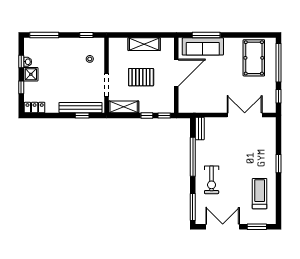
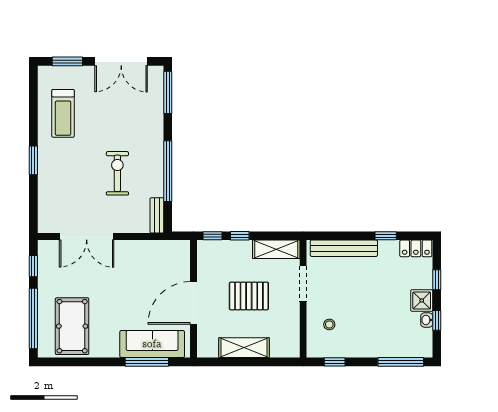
window: (82, 116) -> (386, 236), moved
exercise bike: (212, 180) -> (117, 173), moved

